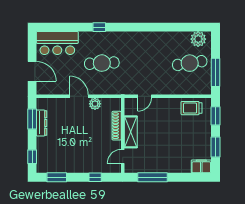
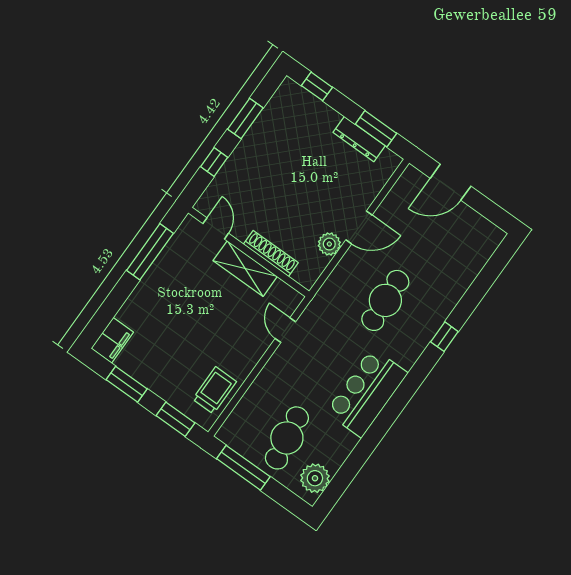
bar counter: (57, 43) -> (367, 393), moved
window: (57, 177) -> (245, 118), moved

